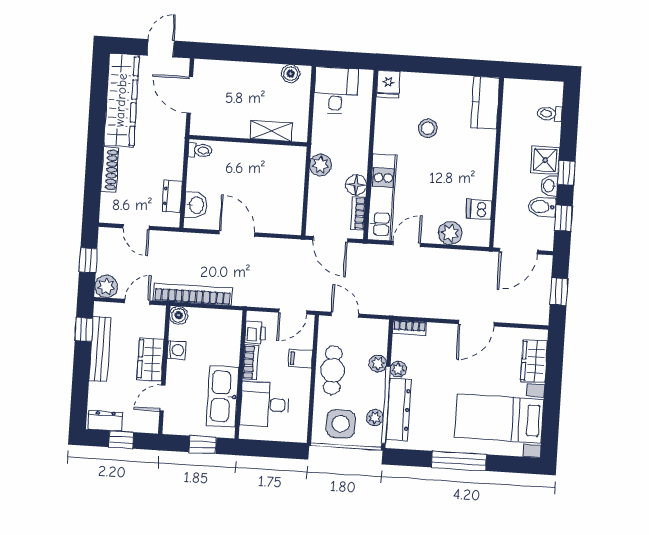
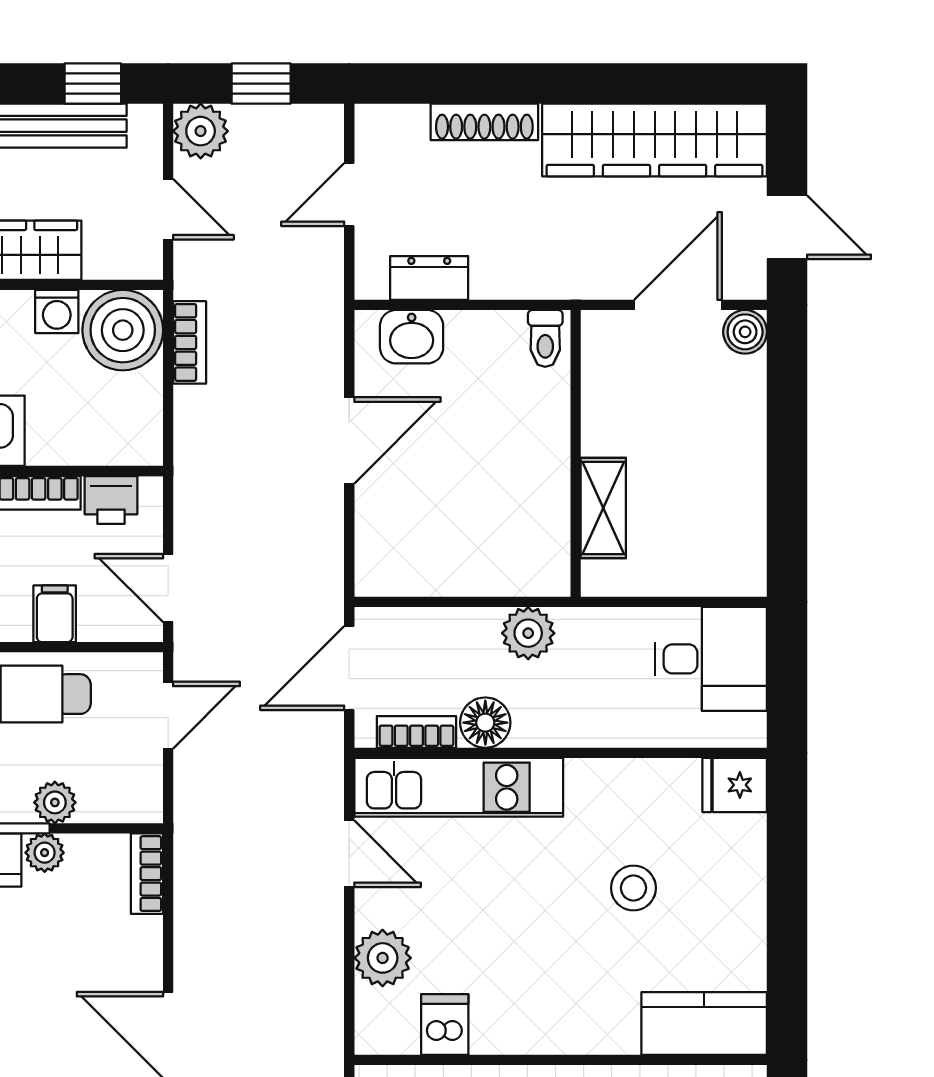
boiler: (291, 74) -> (745, 332), moved
bookcase: (193, 294) -> (190, 342), width x0.43, depth x0.76
boiler: (179, 315) -> (123, 330), width x1.86, depth x1.86

